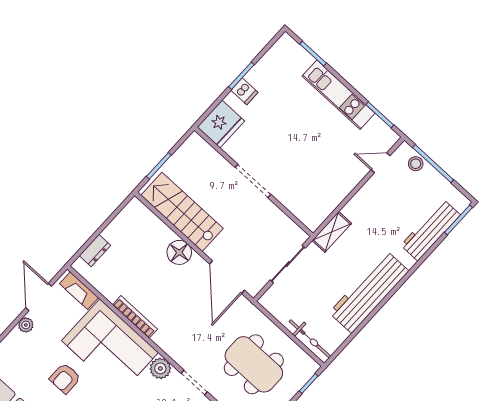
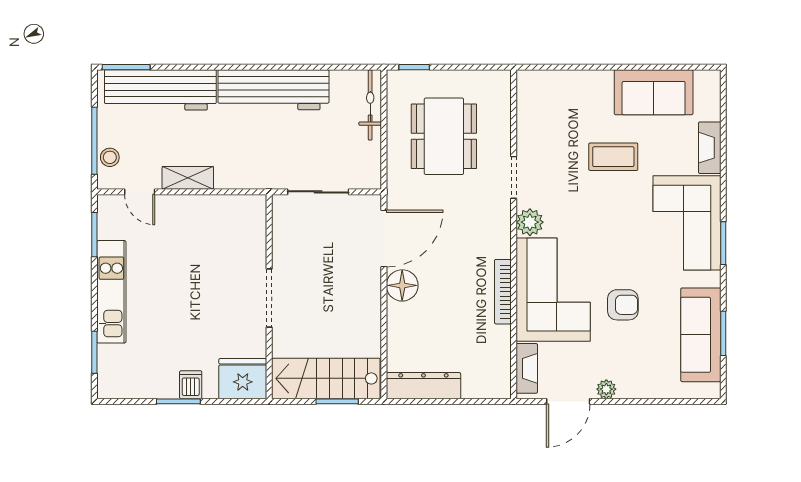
stairs: (182, 212) -> (326, 378), moved, turned 90
workbench: (430, 230) -> (160, 90), width x1.36, depth x1.32
shelving: (332, 232) -> (188, 178), moved
dresser: (95, 251) -> (423, 386), moved, width x1.96, depth x1.24
floor lamp: (179, 252) -> (402, 285), moved

